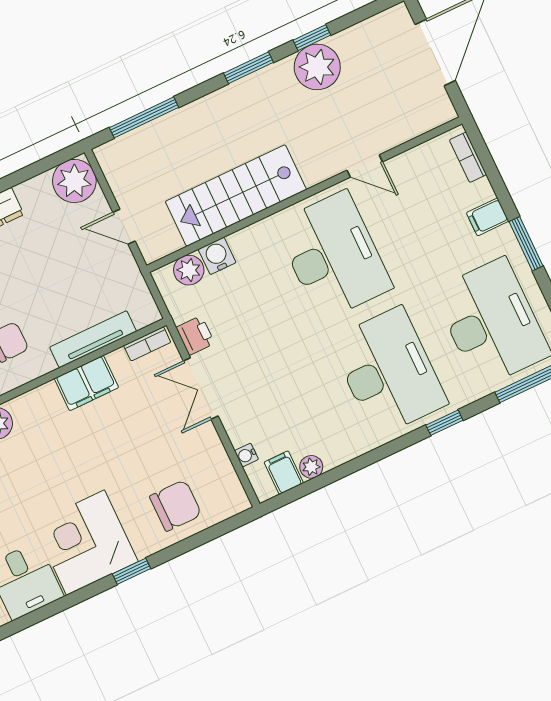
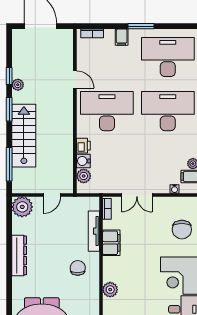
plant: (317, 67) -> (18, 85), width x0.53, depth x0.53
door: (365, 166) -> (75, 79), hinge flipped
stairs: (236, 196) -> (24, 136), moved, turned 180
printer: (195, 335) -> (83, 146), moved, turned 90
chair: (176, 506) -> (182, 230), turned 180

